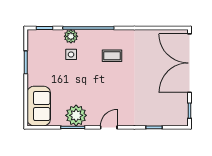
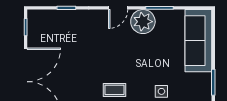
sofa: (39, 106) -> (198, 41), width x1.36
plant: (76, 115) -> (143, 22), moved

